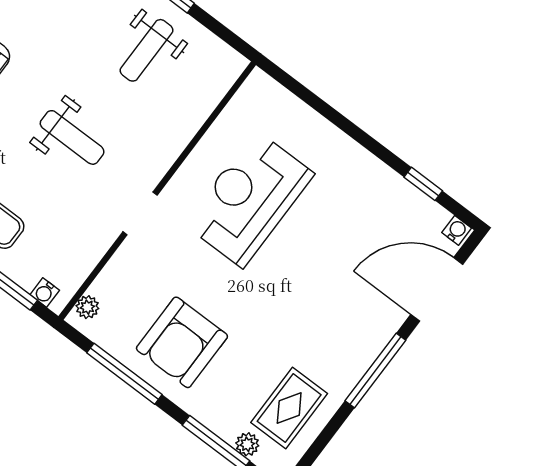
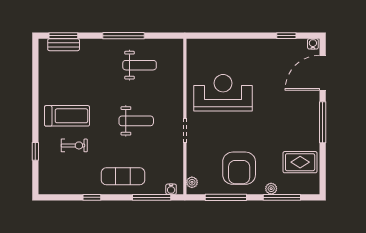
weight bench: (147, 50) -> (140, 65), turned -90
reception desk: (249, 199) -> (223, 93), turned 90
rug: (289, 408) -> (300, 162), turned 90
plant: (247, 444) -> (271, 189), moved

